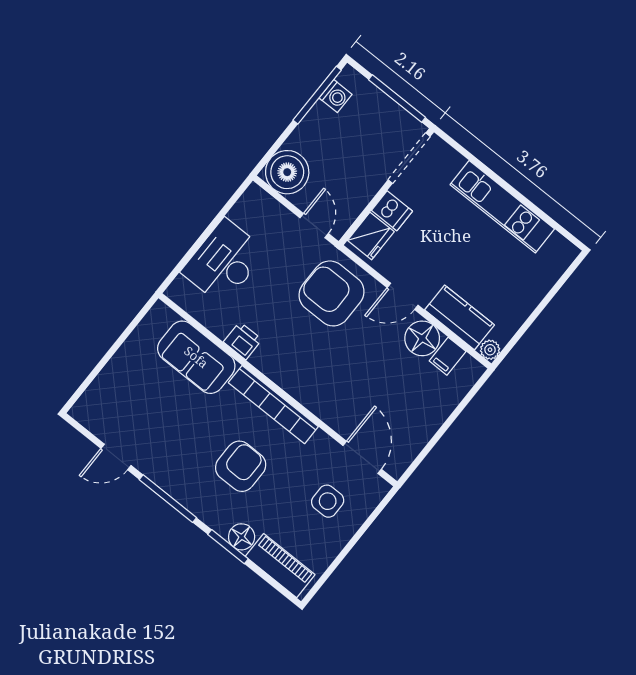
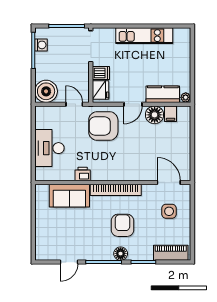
floor lamp: (242, 537) -> (121, 254), moved

